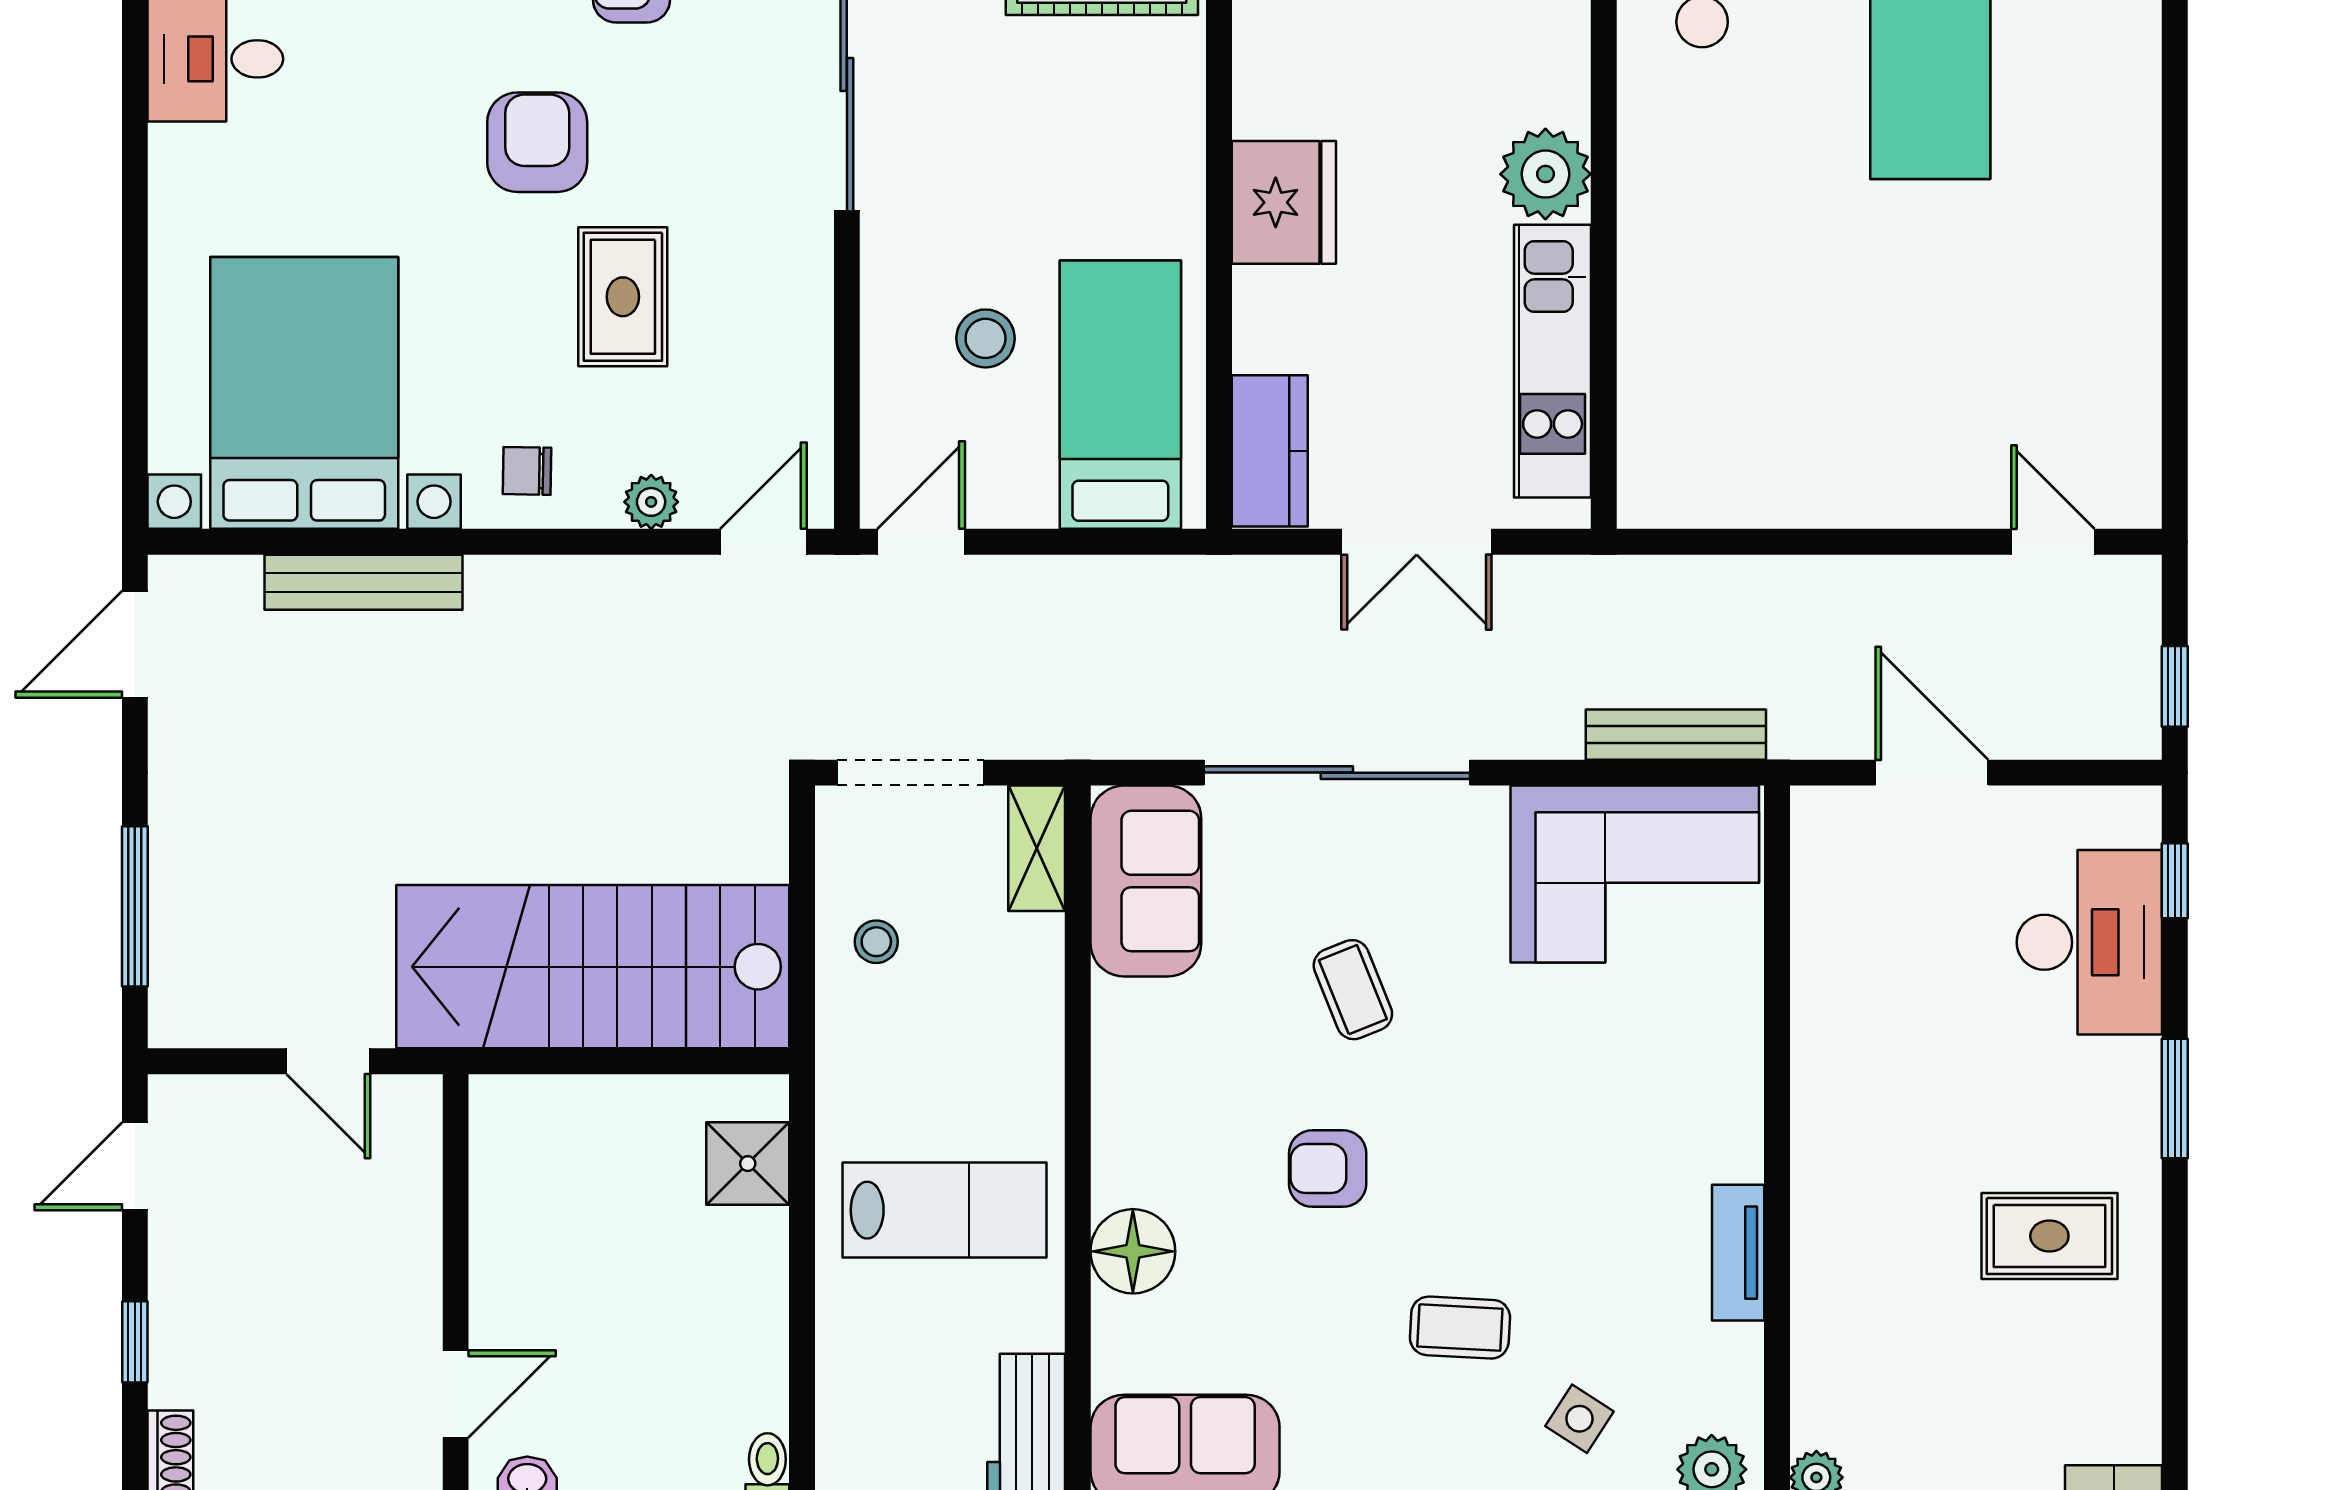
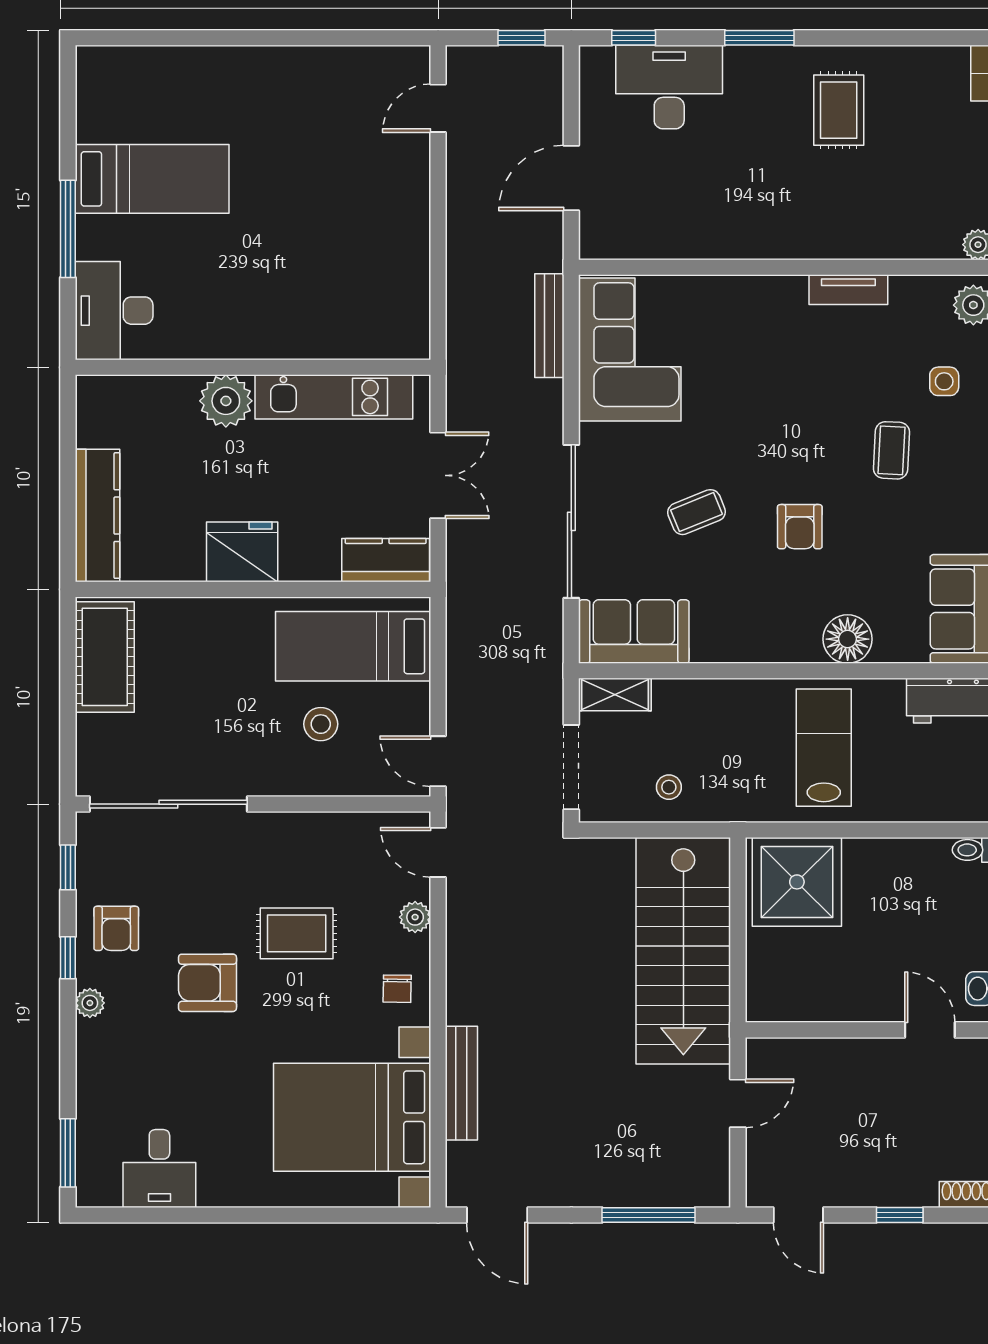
shower: (748, 1164) -> (797, 882), width x1.86, depth x1.86
side table: (1579, 1419) -> (944, 381), turned -33

